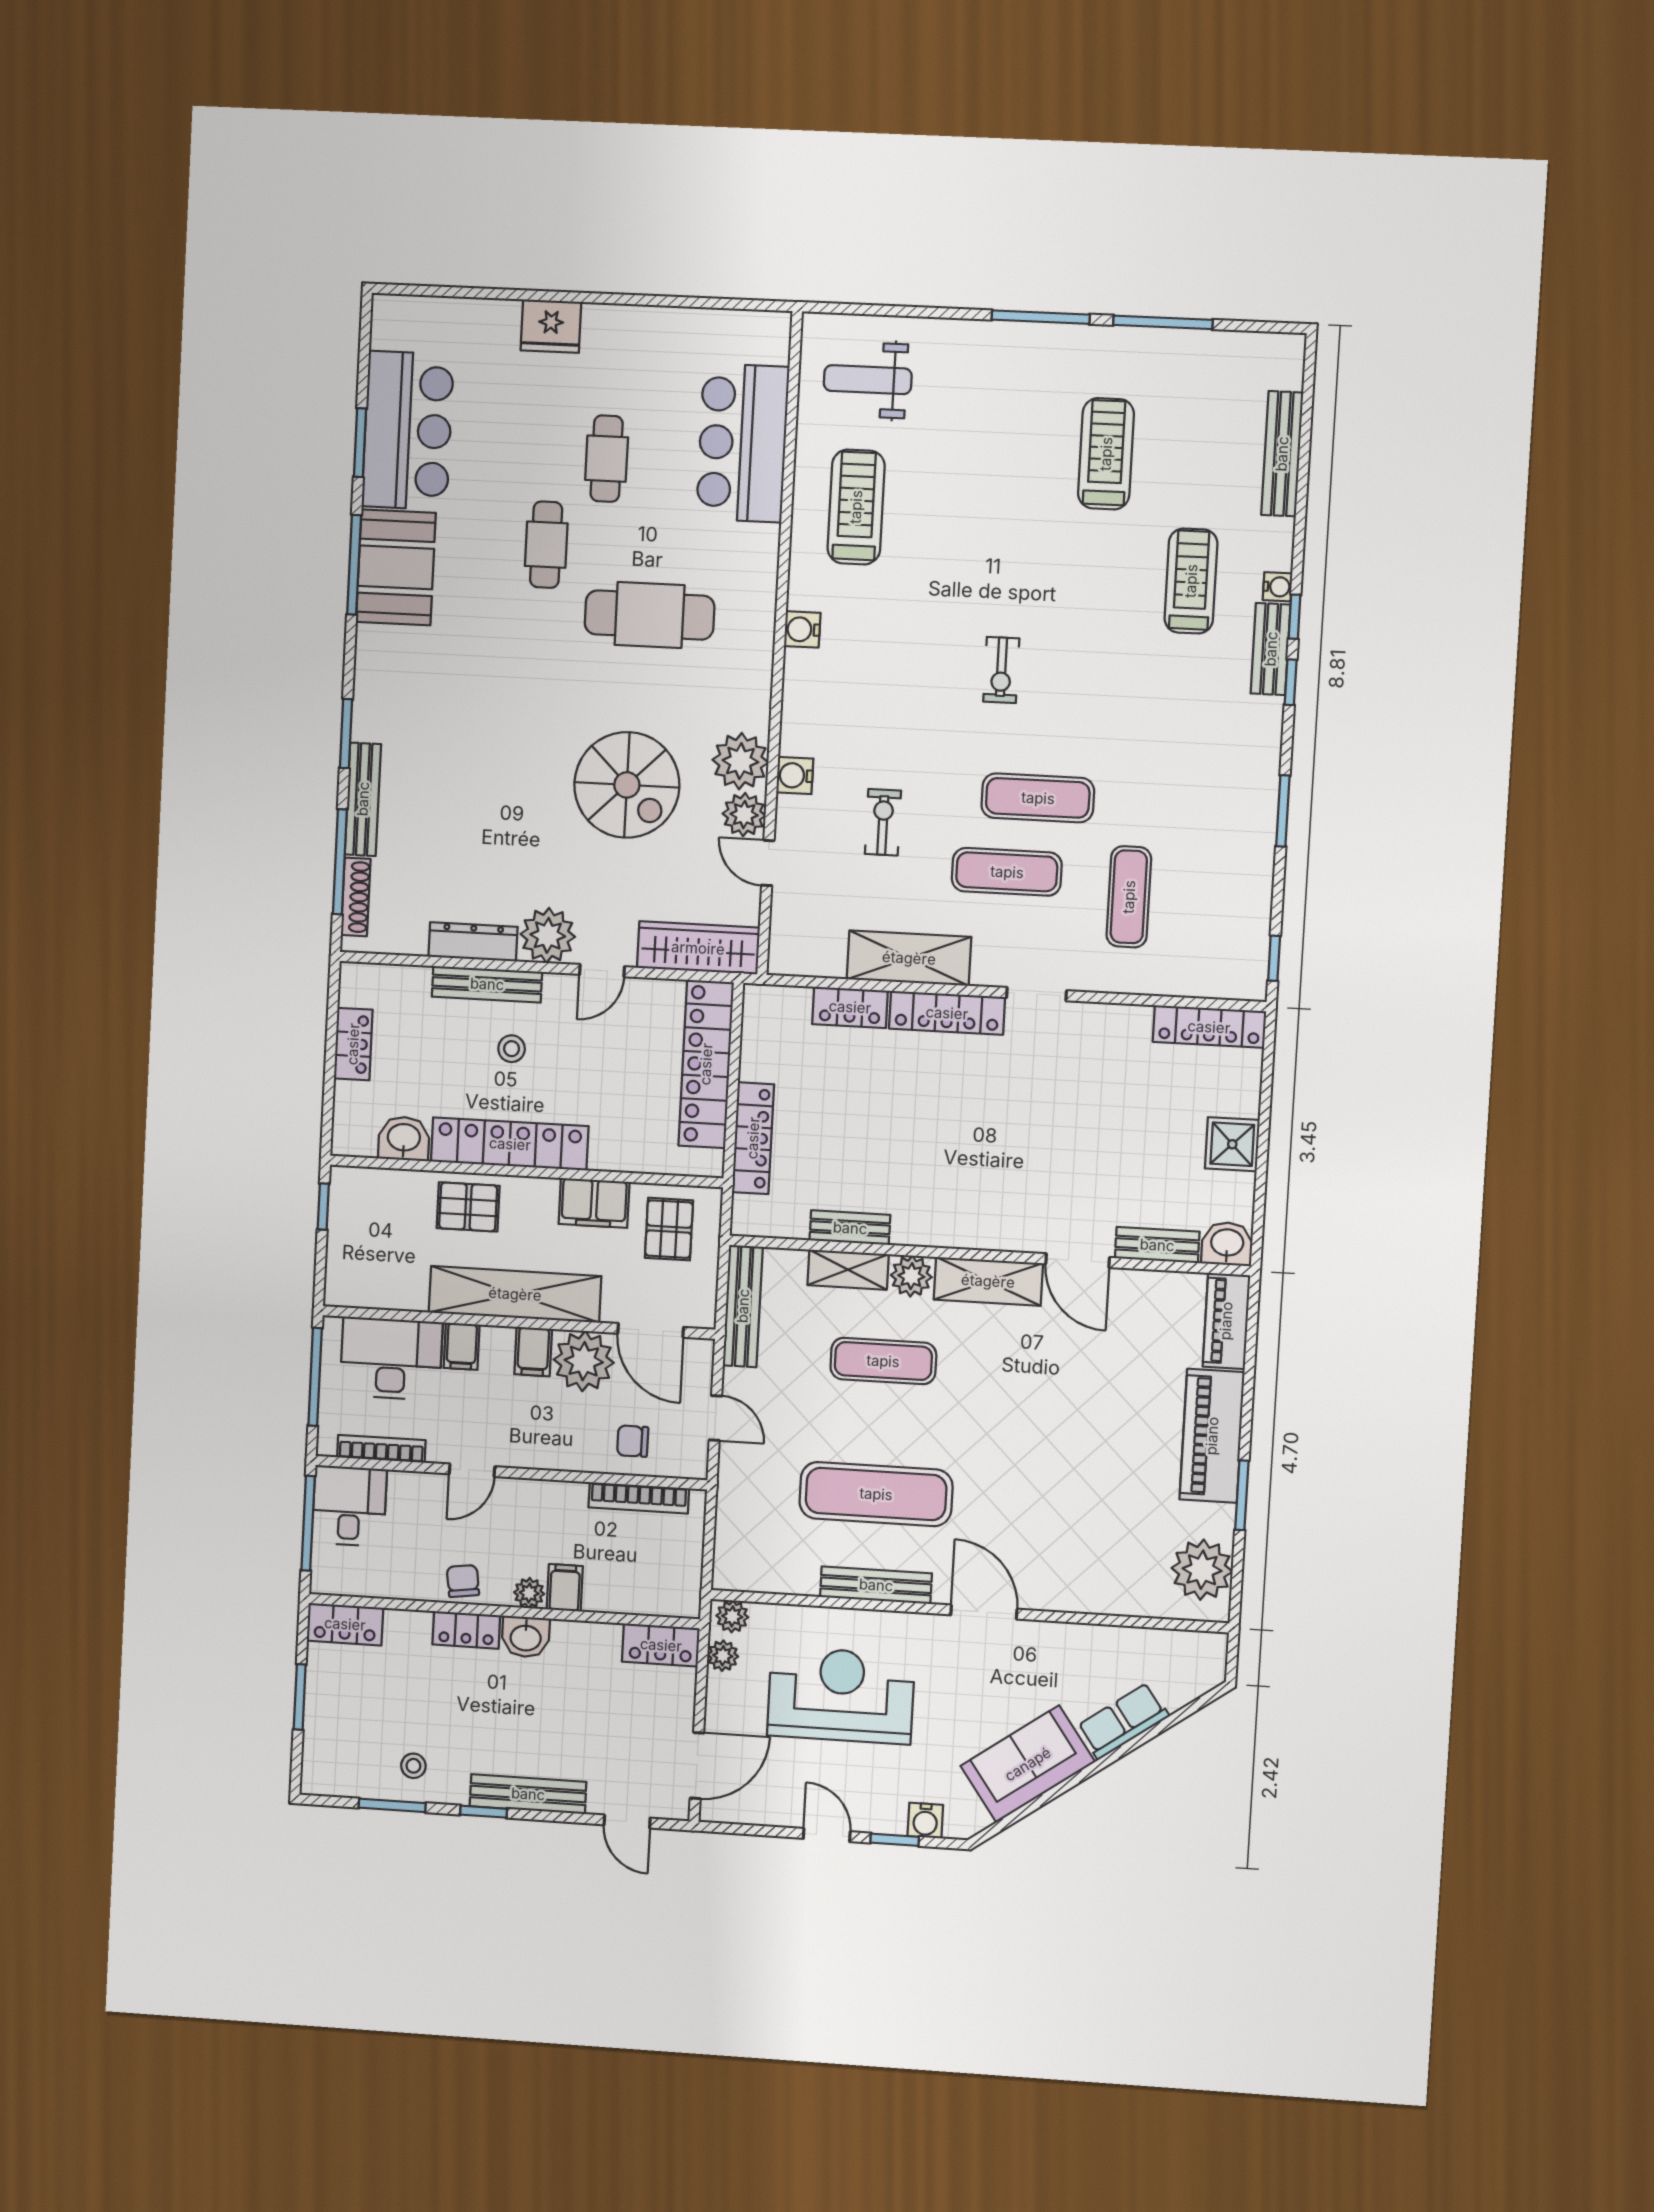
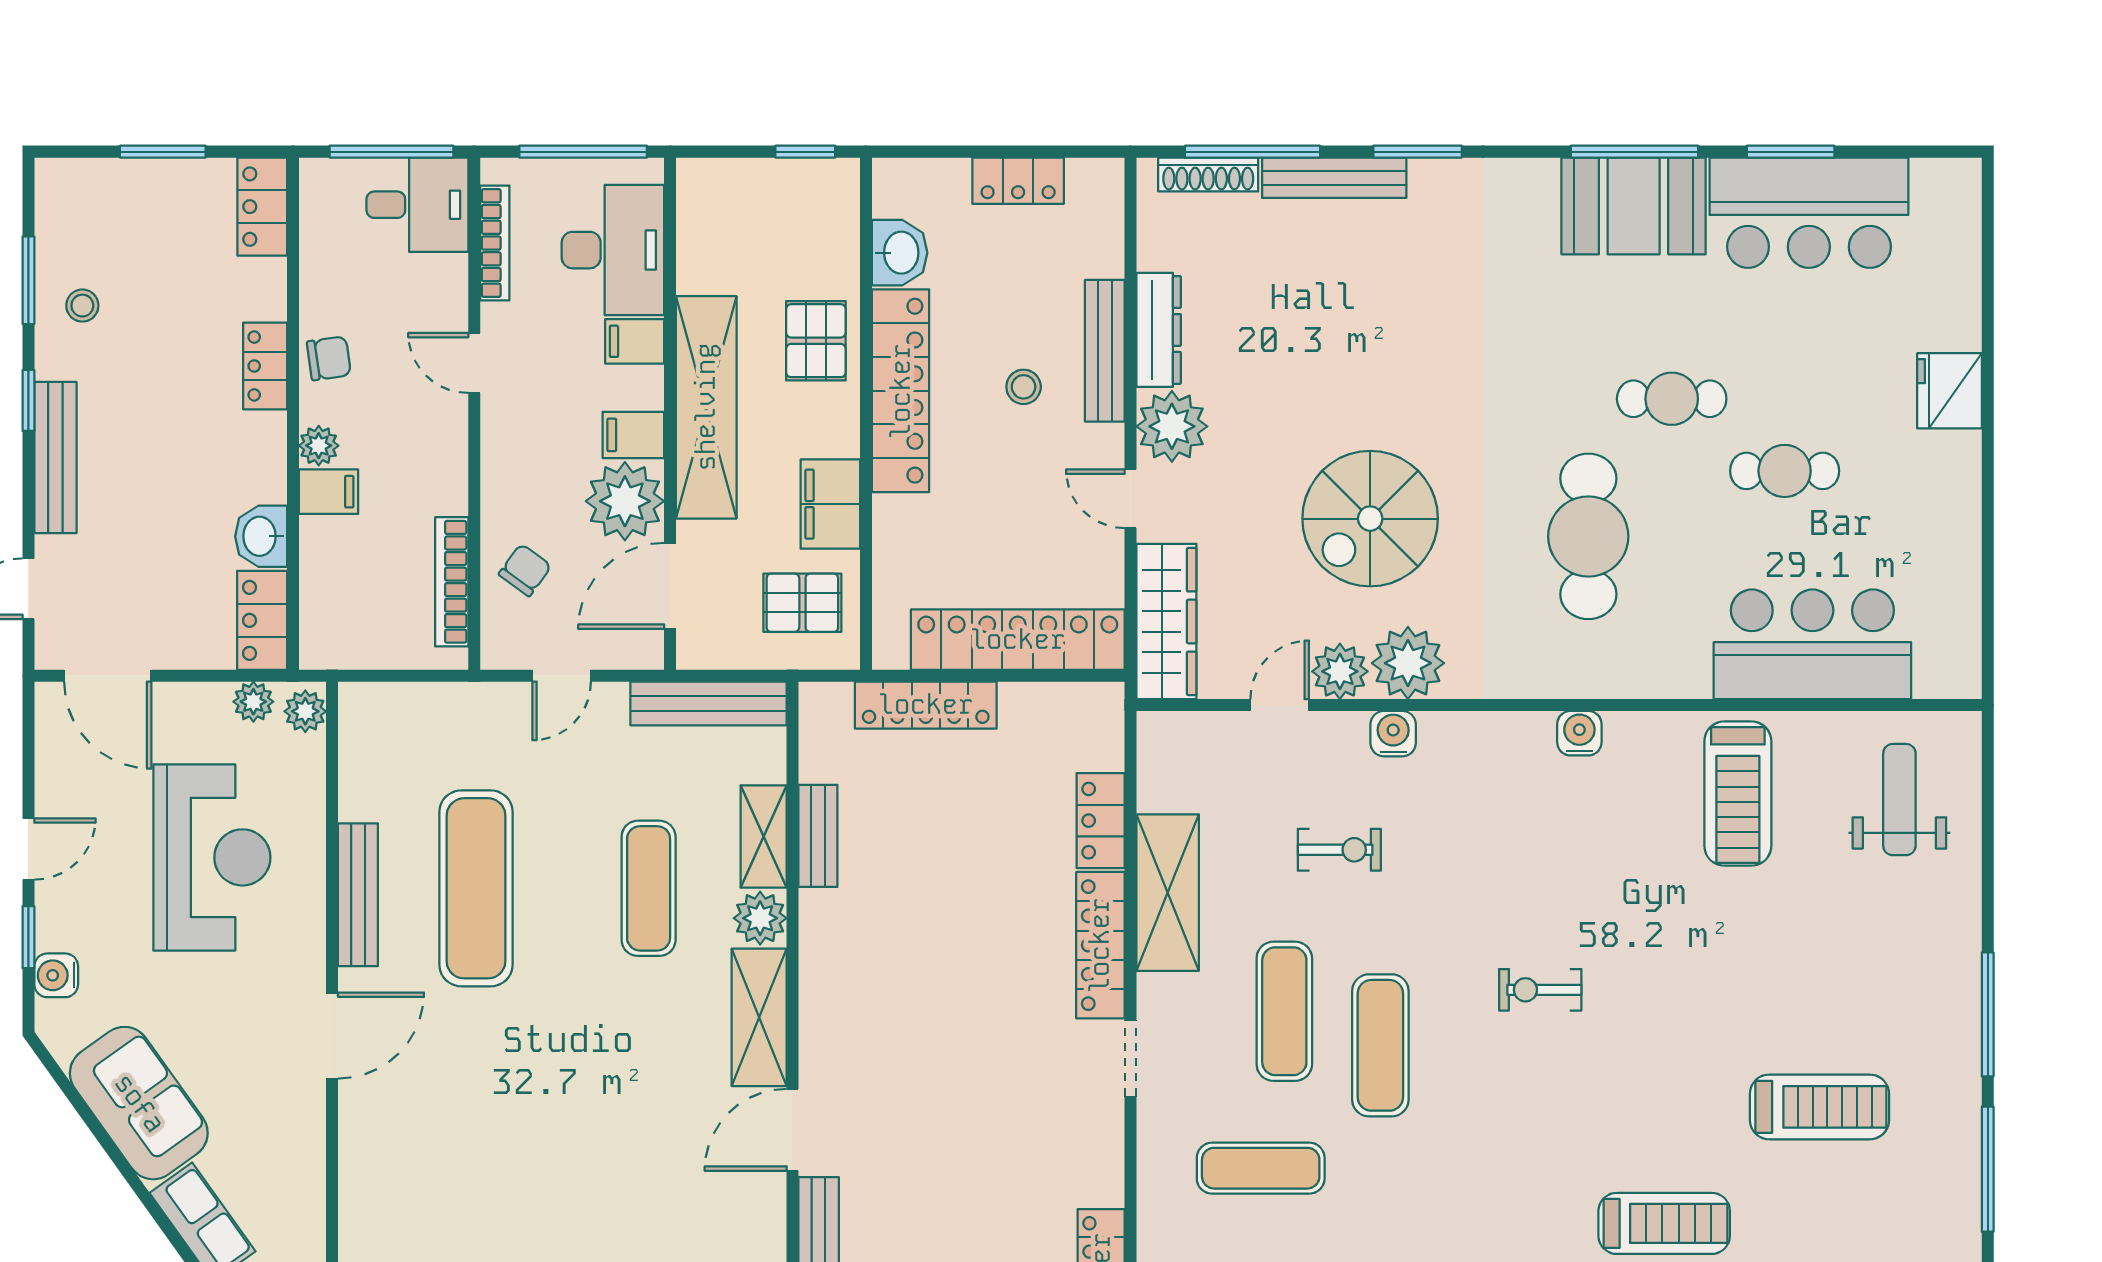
treadmill: (856, 507) -> (1738, 794), turned 90
chair: (633, 1441) -> (525, 570), turned 36
washbasin: (526, 1637) -> (261, 536), moved

